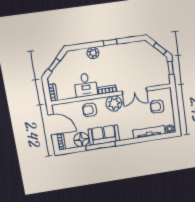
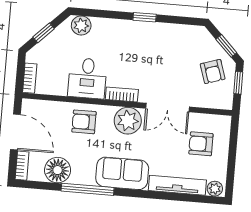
plant: (93, 53) -> (81, 25), moved
armchair: (155, 65) -> (213, 71), added
sofa: (104, 135) -> (122, 173), moved

